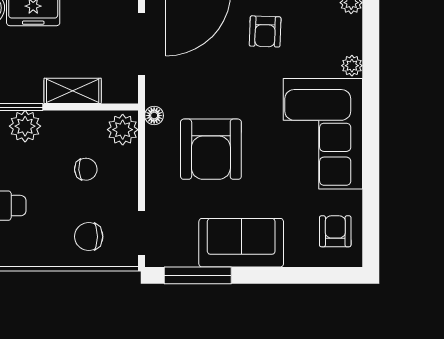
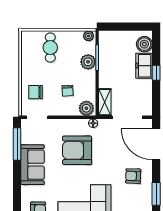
shelving: (73, 91) -> (105, 102), moved
chair: (89, 237) -> (36, 92), turned -90

